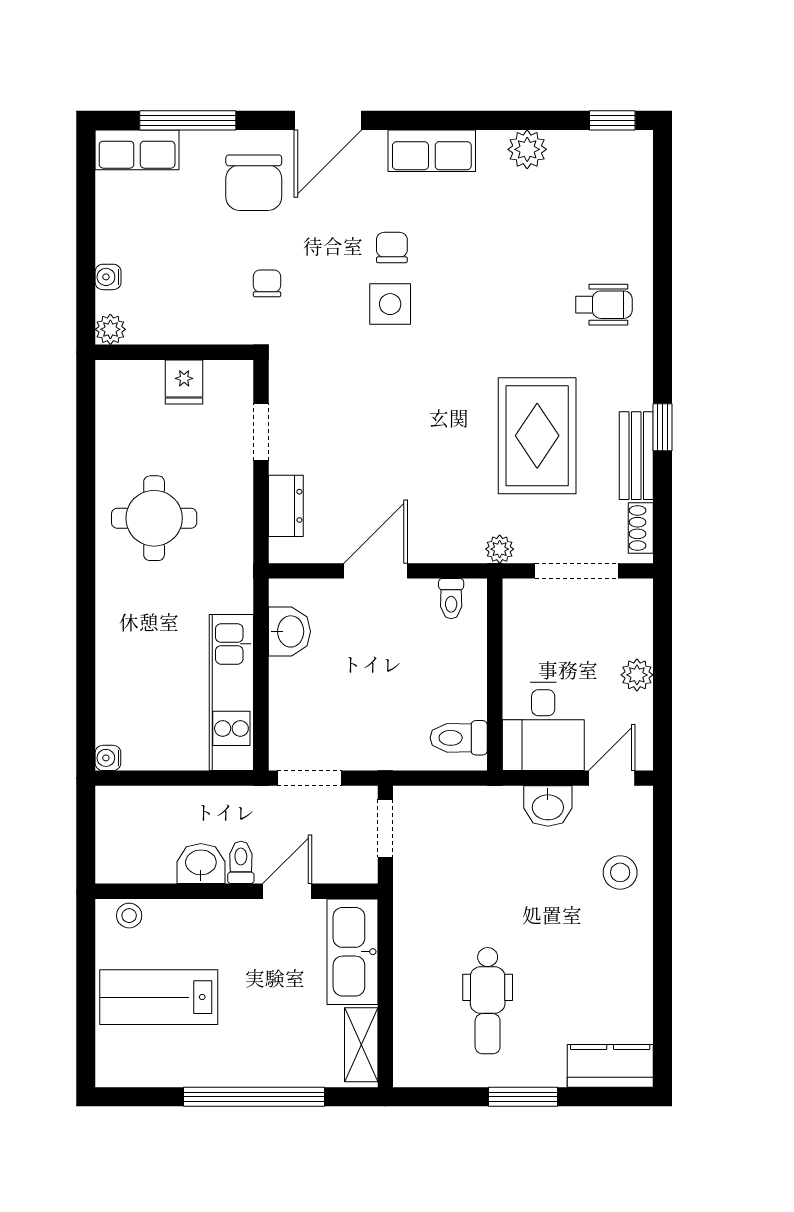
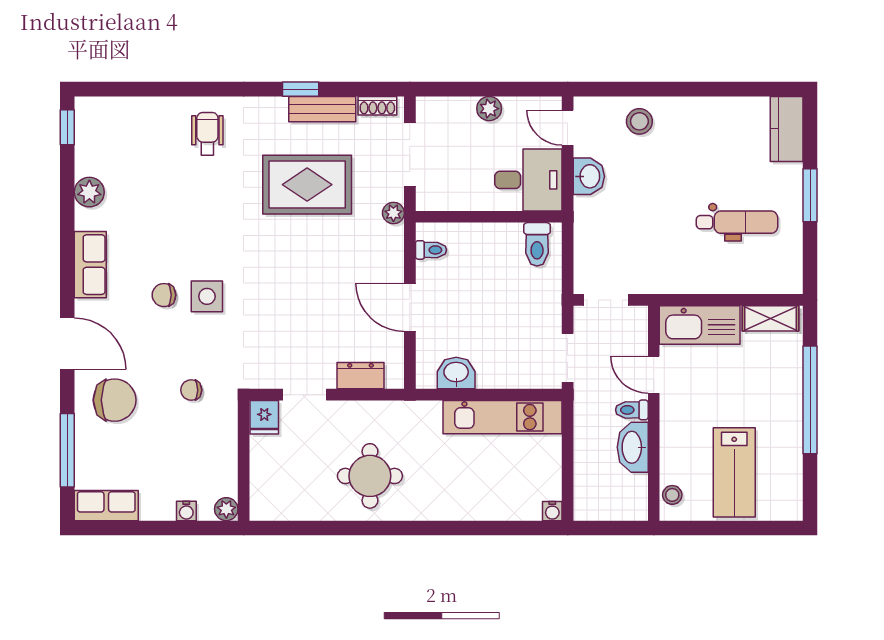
row of seats: (137, 150) -> (106, 506), moved, turned -90
fridge: (184, 382) -> (264, 417), moved, turned 90
washbasin: (201, 864) -> (633, 447), width x1.38

